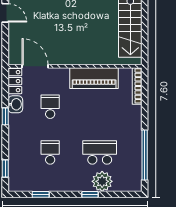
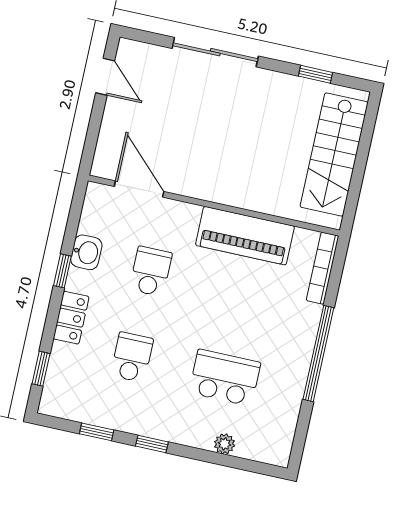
locker: (15, 81) -> (71, 318), moved
window: (145, 155) -> (318, 354), moved
plant: (102, 181) -> (224, 444), width x0.53, depth x0.53
window: (90, 194) -> (152, 444), moved

